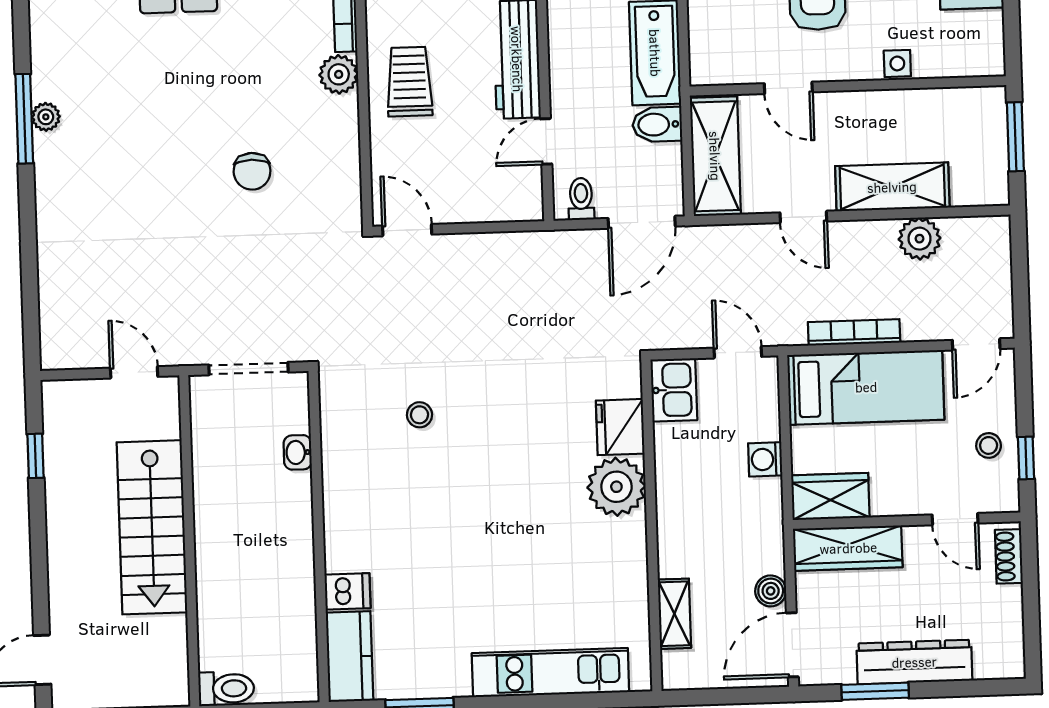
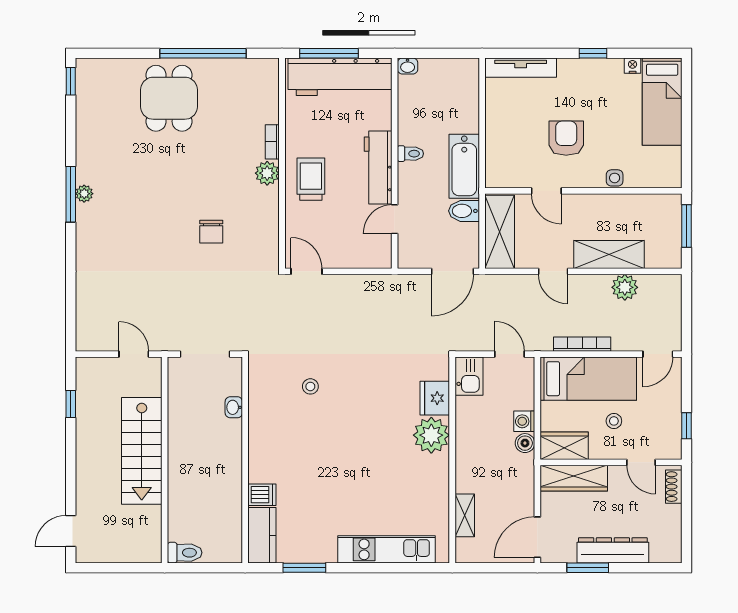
toilet: (581, 199) -> (410, 154), moved, turned 90
stool: (989, 445) -> (614, 421), moved
boiler: (771, 591) -> (525, 443), moved

